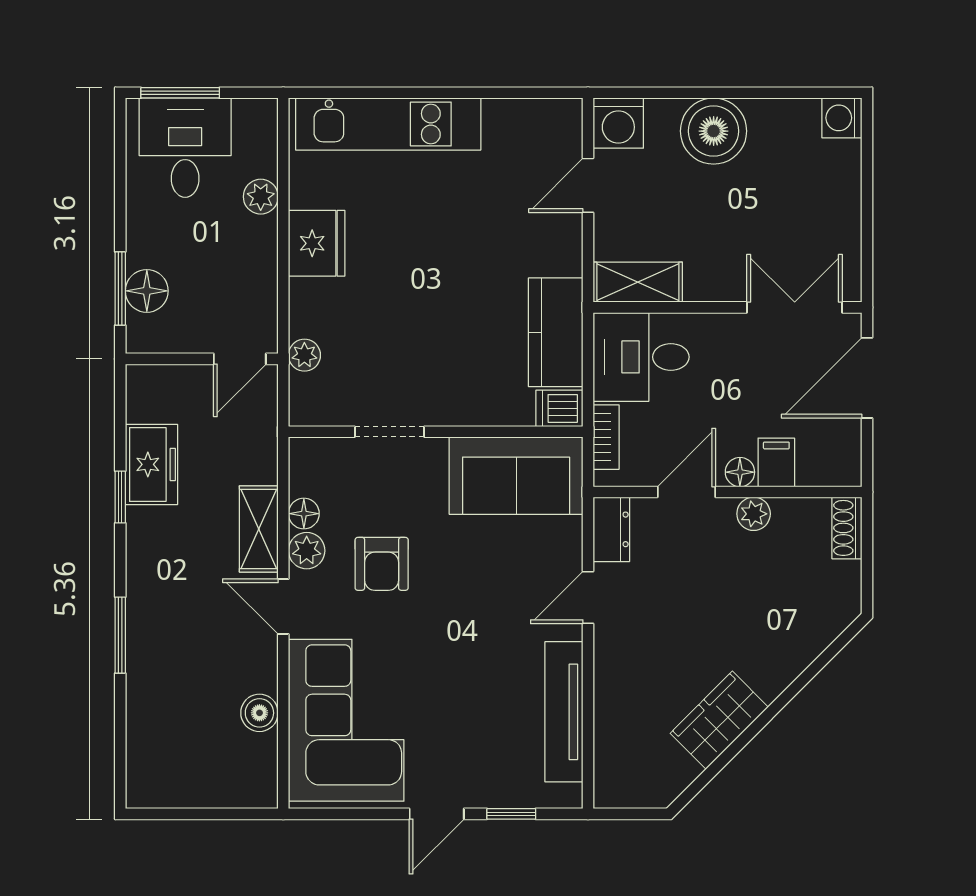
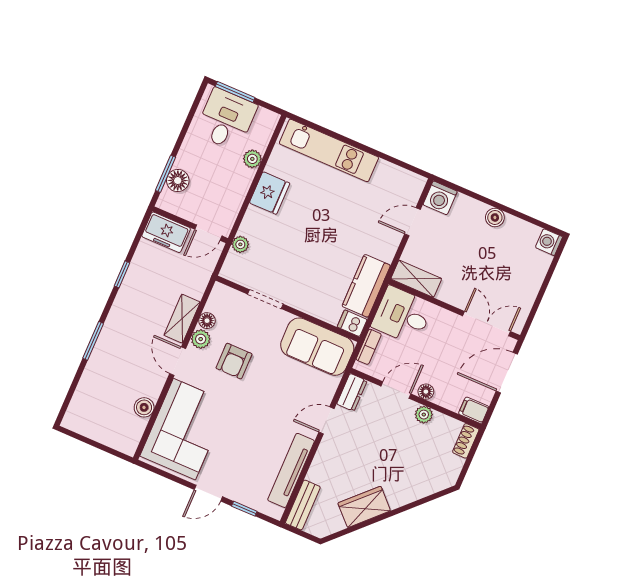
boiler: (714, 131) -> (495, 217), width x0.54, depth x0.54
filing cabinet: (776, 462) -> (474, 410), moved, turned -90
freezer: (151, 464) -> (166, 232), moved, turned 90
bench: (611, 763) -> (303, 505), added

